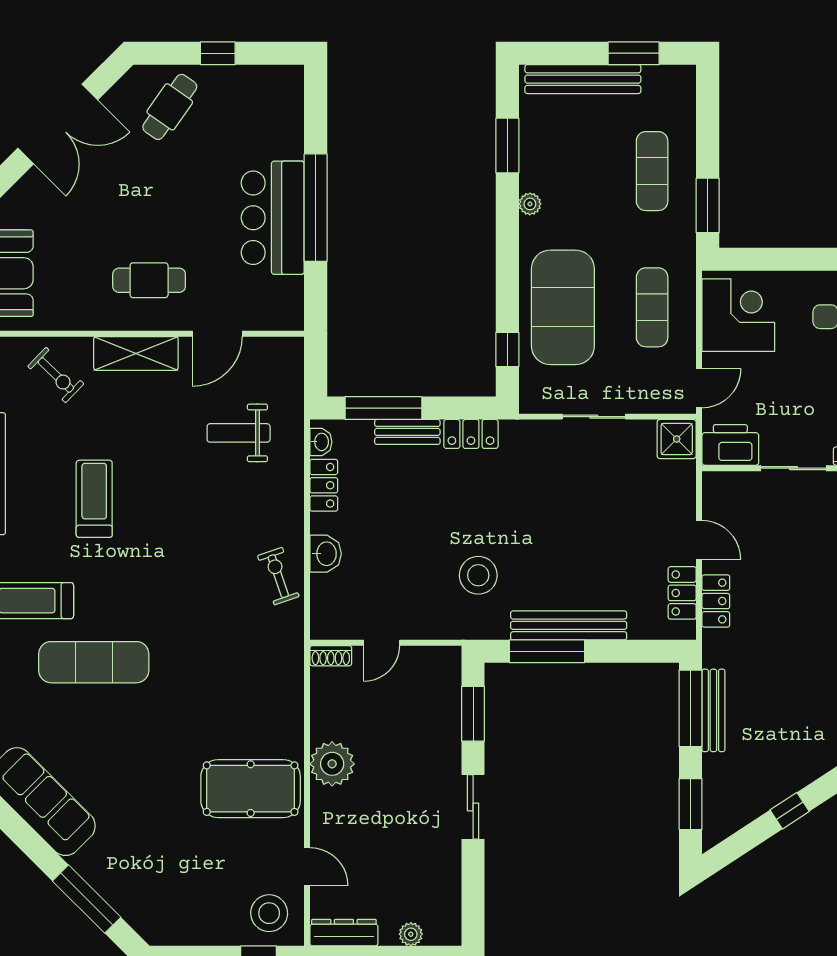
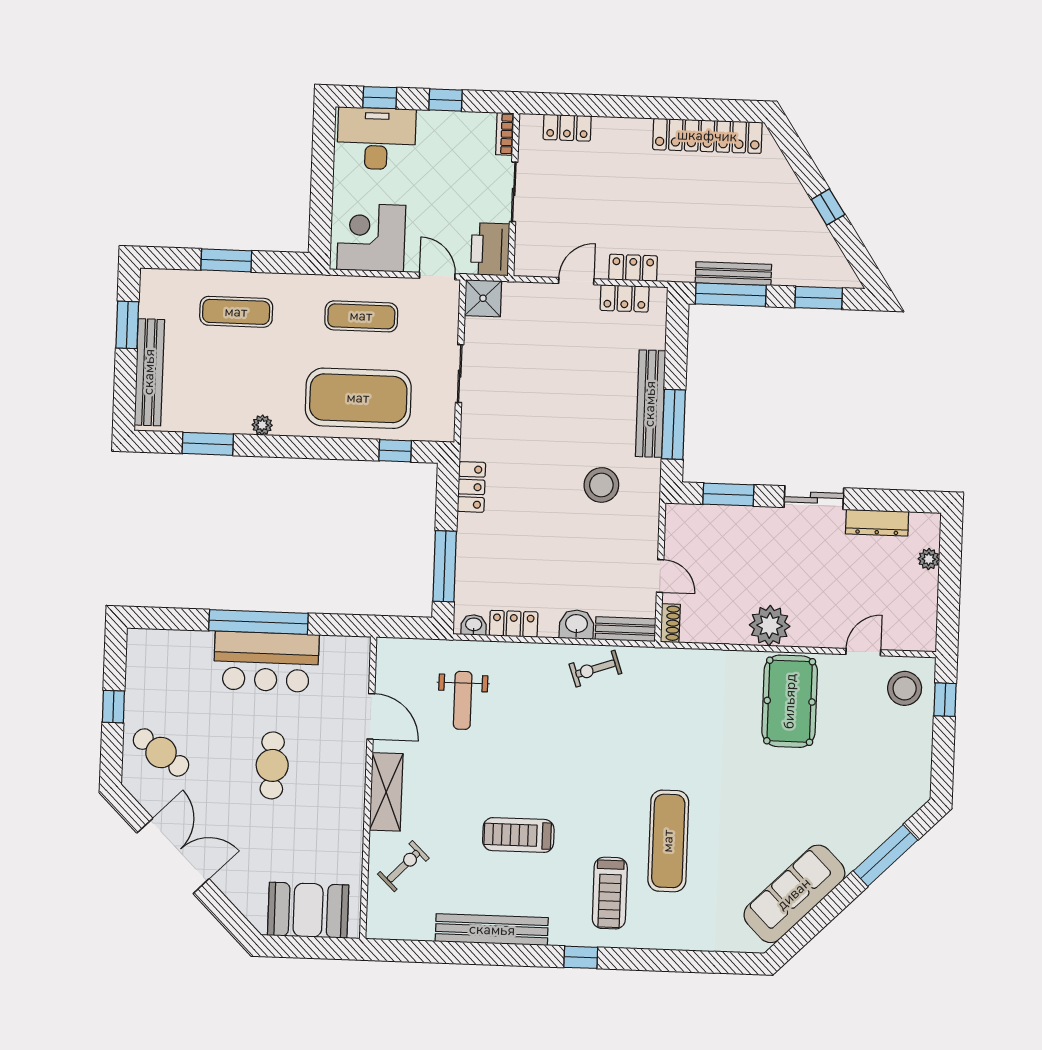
window: (708, 205) -> (226, 260), moved
cafe table: (149, 280) -> (272, 765), moved
bench: (407, 432) -> (625, 629), moved, turned 90
dresser: (344, 933) -> (877, 523), moved, turned -90

